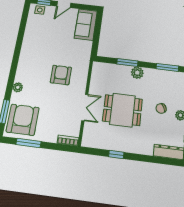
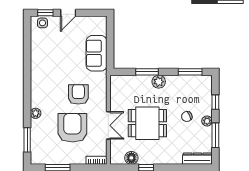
sofa: (86, 25) -> (97, 53), moved
armchair: (23, 120) -> (72, 128), moved
floor lamp: (103, 143) -> (131, 158), added

